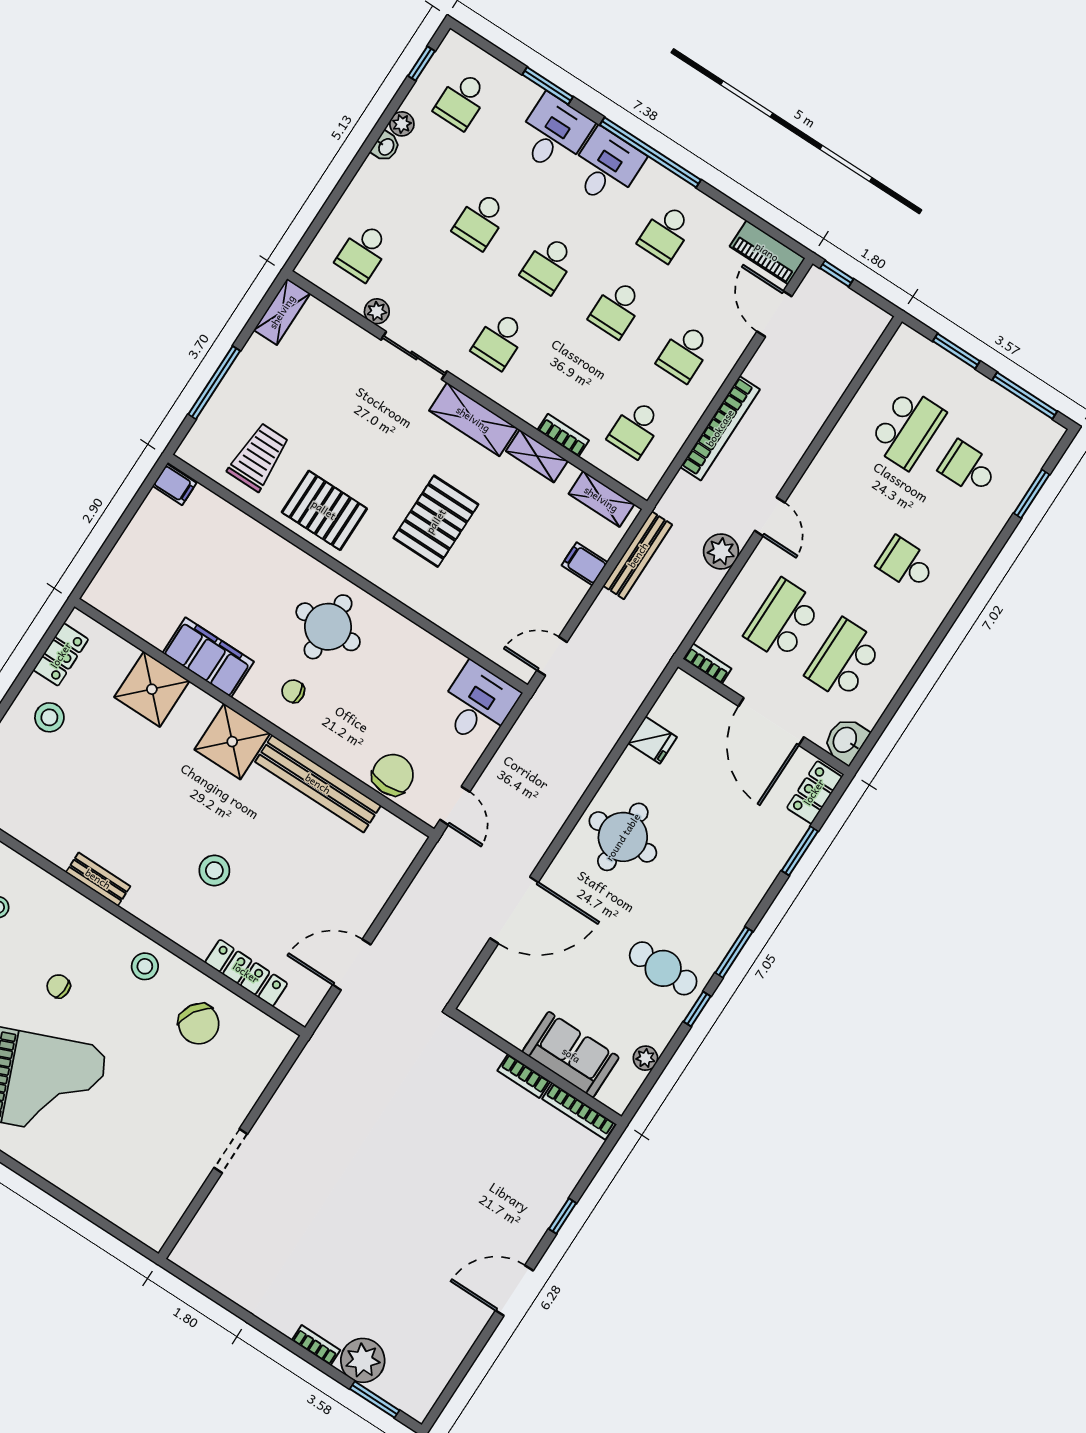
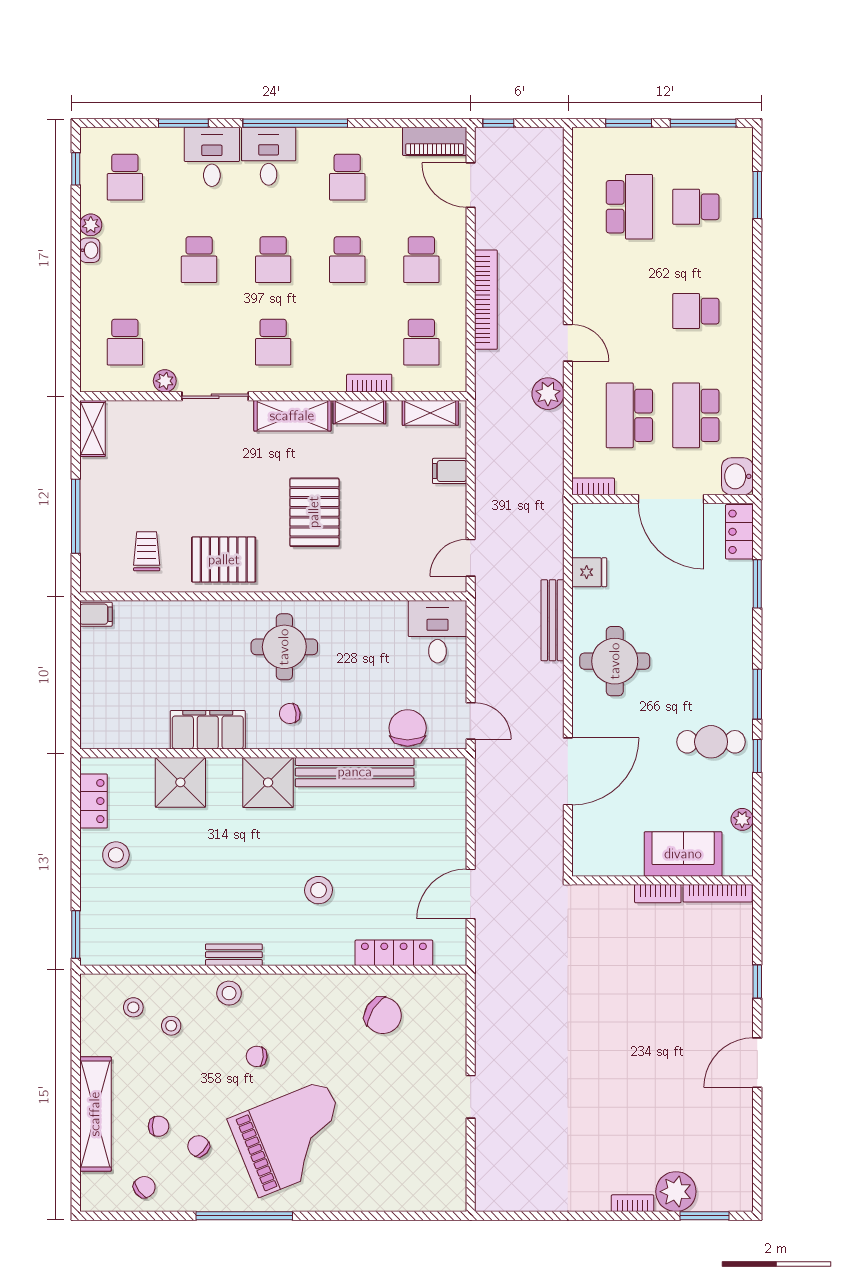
trolley: (259, 457) -> (147, 551), width x0.73, depth x0.72
bench: (638, 555) -> (552, 620), moved
stool: (145, 966) -> (229, 993), moved

